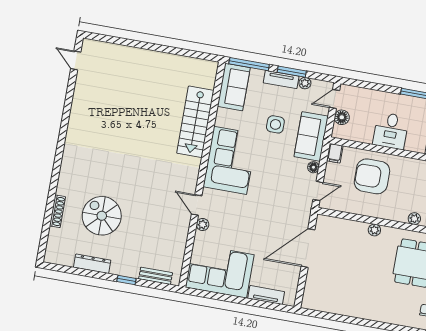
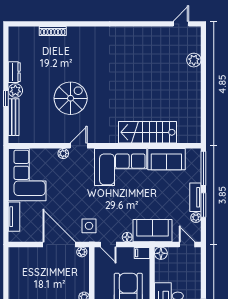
plant: (121, 53) -> (194, 60), added
sofa: (234, 87) -> (166, 159), moved
floor lamp: (342, 117) -> (161, 253), moved
side table: (275, 124) -> (89, 226), moved
spiral stairs: (102, 216) -> (71, 98), moved
plant: (321, 223) -> (82, 252), added
dresser: (92, 264) -> (14, 72), width x0.70
plant: (119, 267) -> (15, 91), added
bench: (156, 276) -> (14, 117), width x1.36

